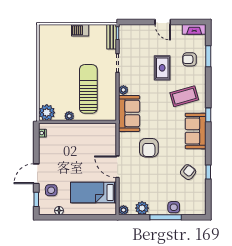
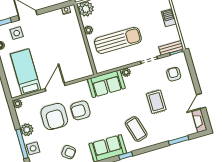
door: (163, 22) -> (201, 101), moved
armchair: (190, 59) -> (174, 74), moved
rug: (162, 68) -> (156, 102), turned 90
armchair: (147, 176) -> (54, 116), added
plant: (142, 208) -> (27, 130), moved

